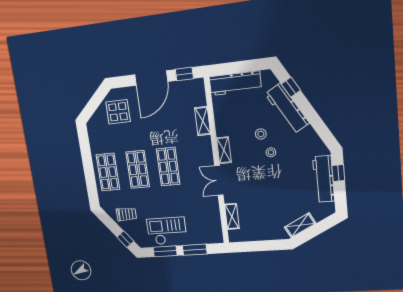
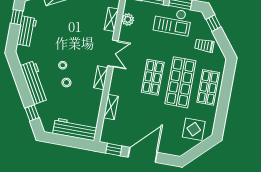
workbench: (287, 108) -> (34, 82), moved
display table: (118, 112) -> (194, 129), moved
shop shelf: (138, 169) -> (180, 82), width x1.43, depth x1.36
window: (338, 173) -> (17, 17), moved
workbench: (324, 179) -> (27, 31), width x0.73
plant: (214, 221) -> (128, 19), added

